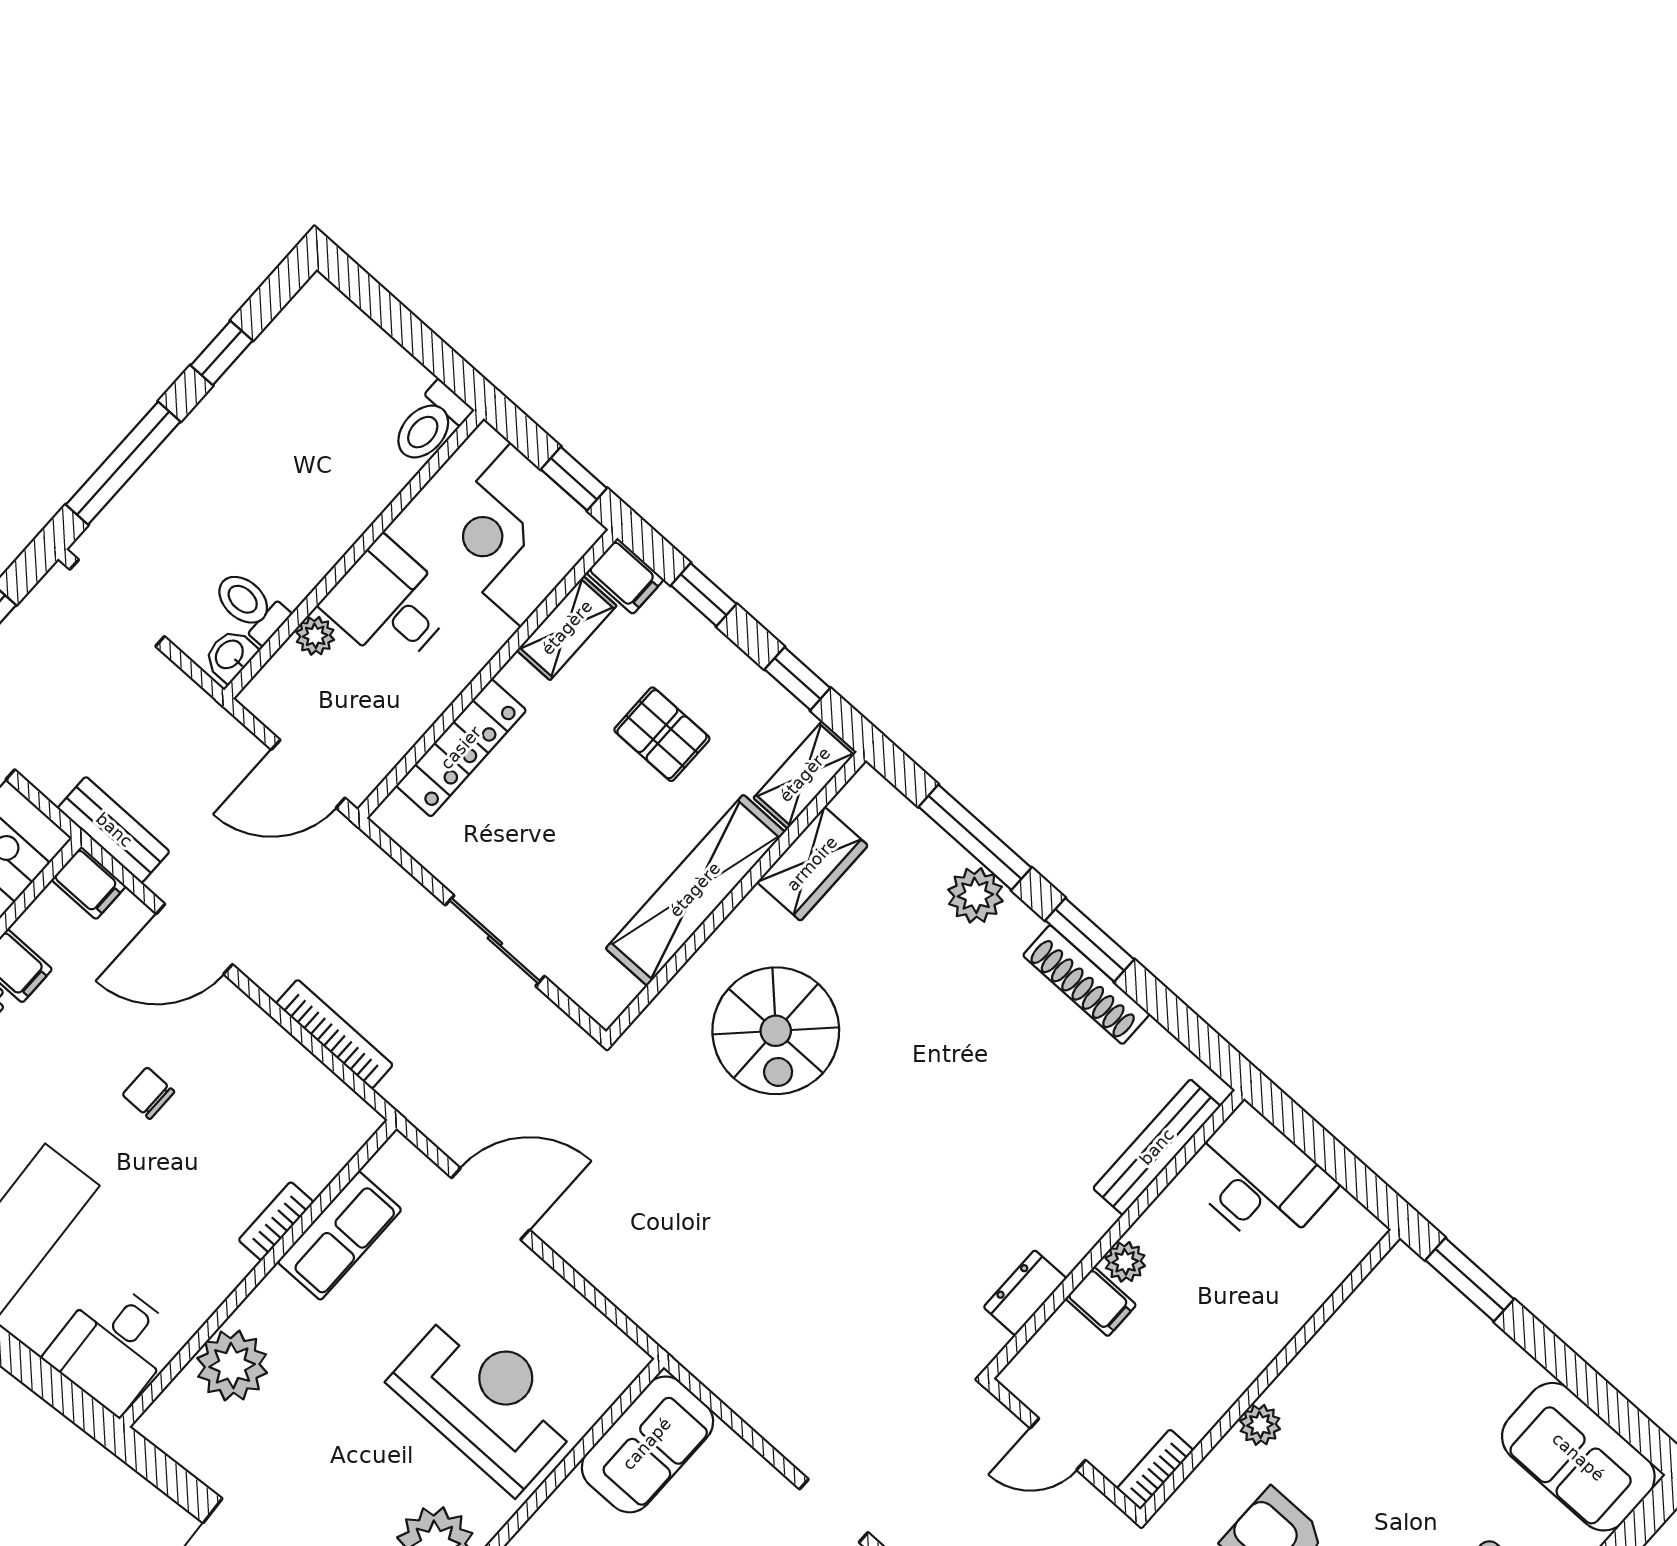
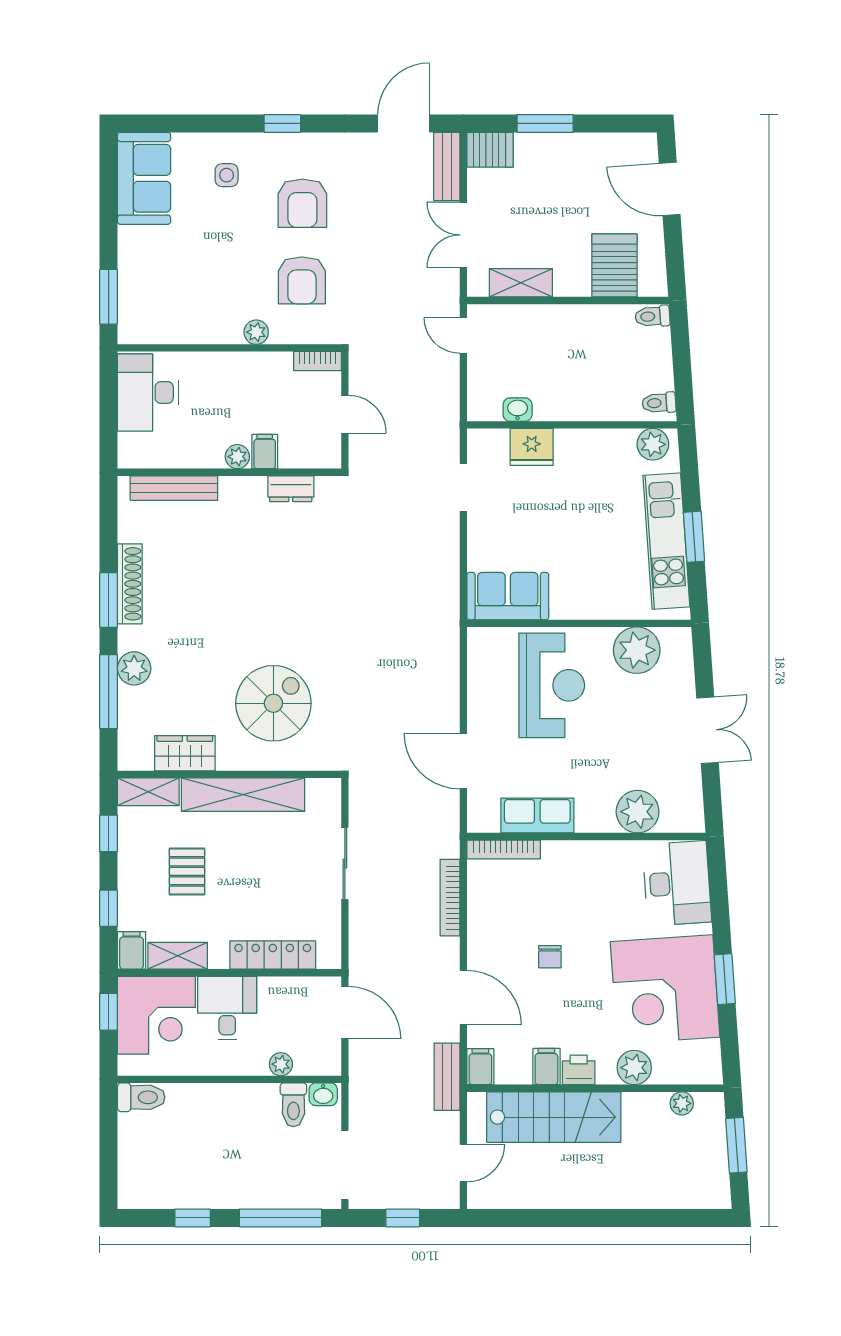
desk: (389, 604) -> (227, 1008), moved, turned 180
desk: (1259, 1179) -> (148, 392), moved
bookcase: (276, 1221) -> (504, 849), moved, width x1.56
desk: (113, 1346) -> (677, 883), width x1.37
reception desk: (487, 1399) -> (552, 685), turned 180

